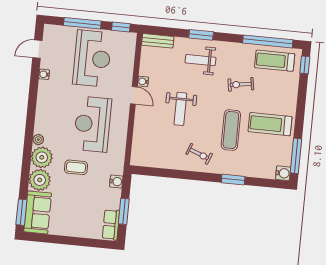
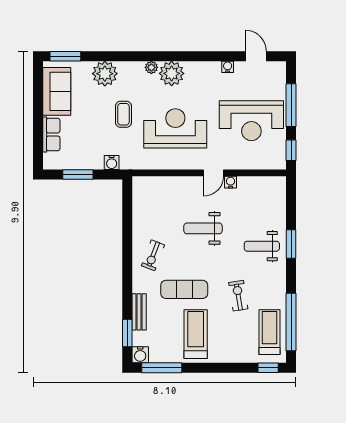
bench: (158, 41) -> (139, 312), moved
weight bench: (200, 60) -> (262, 246), turned -90
plant: (42, 157) -> (172, 73), moved
window: (233, 180) -> (127, 333), moved
sofa: (38, 212) -> (57, 91), moved, turned -90
row of seats: (111, 225) -> (51, 134), moved, turned 90

